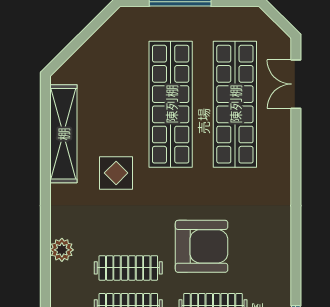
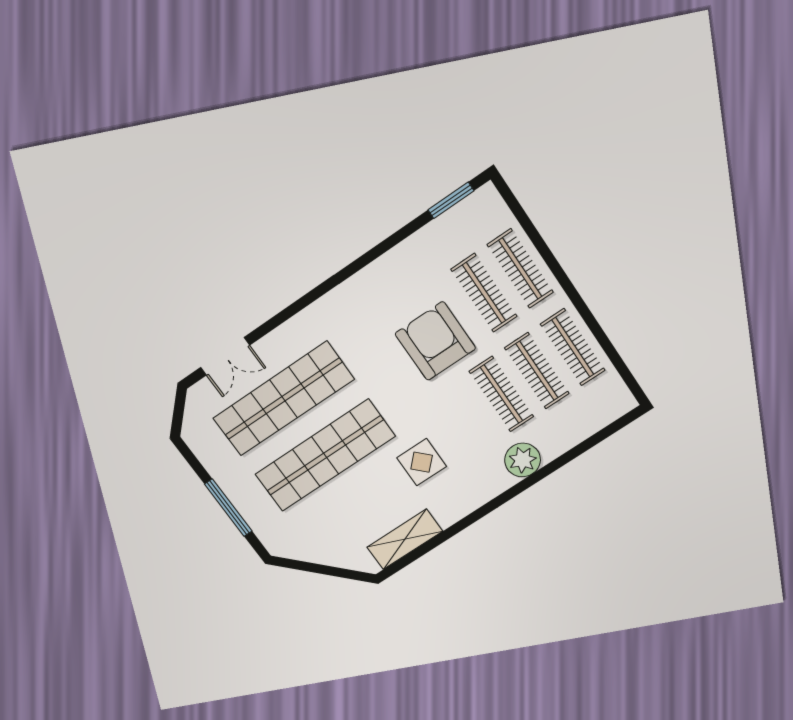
shelving: (63, 134) -> (405, 539), width x0.68
plant: (62, 250) -> (523, 460), width x1.36, depth x1.36

